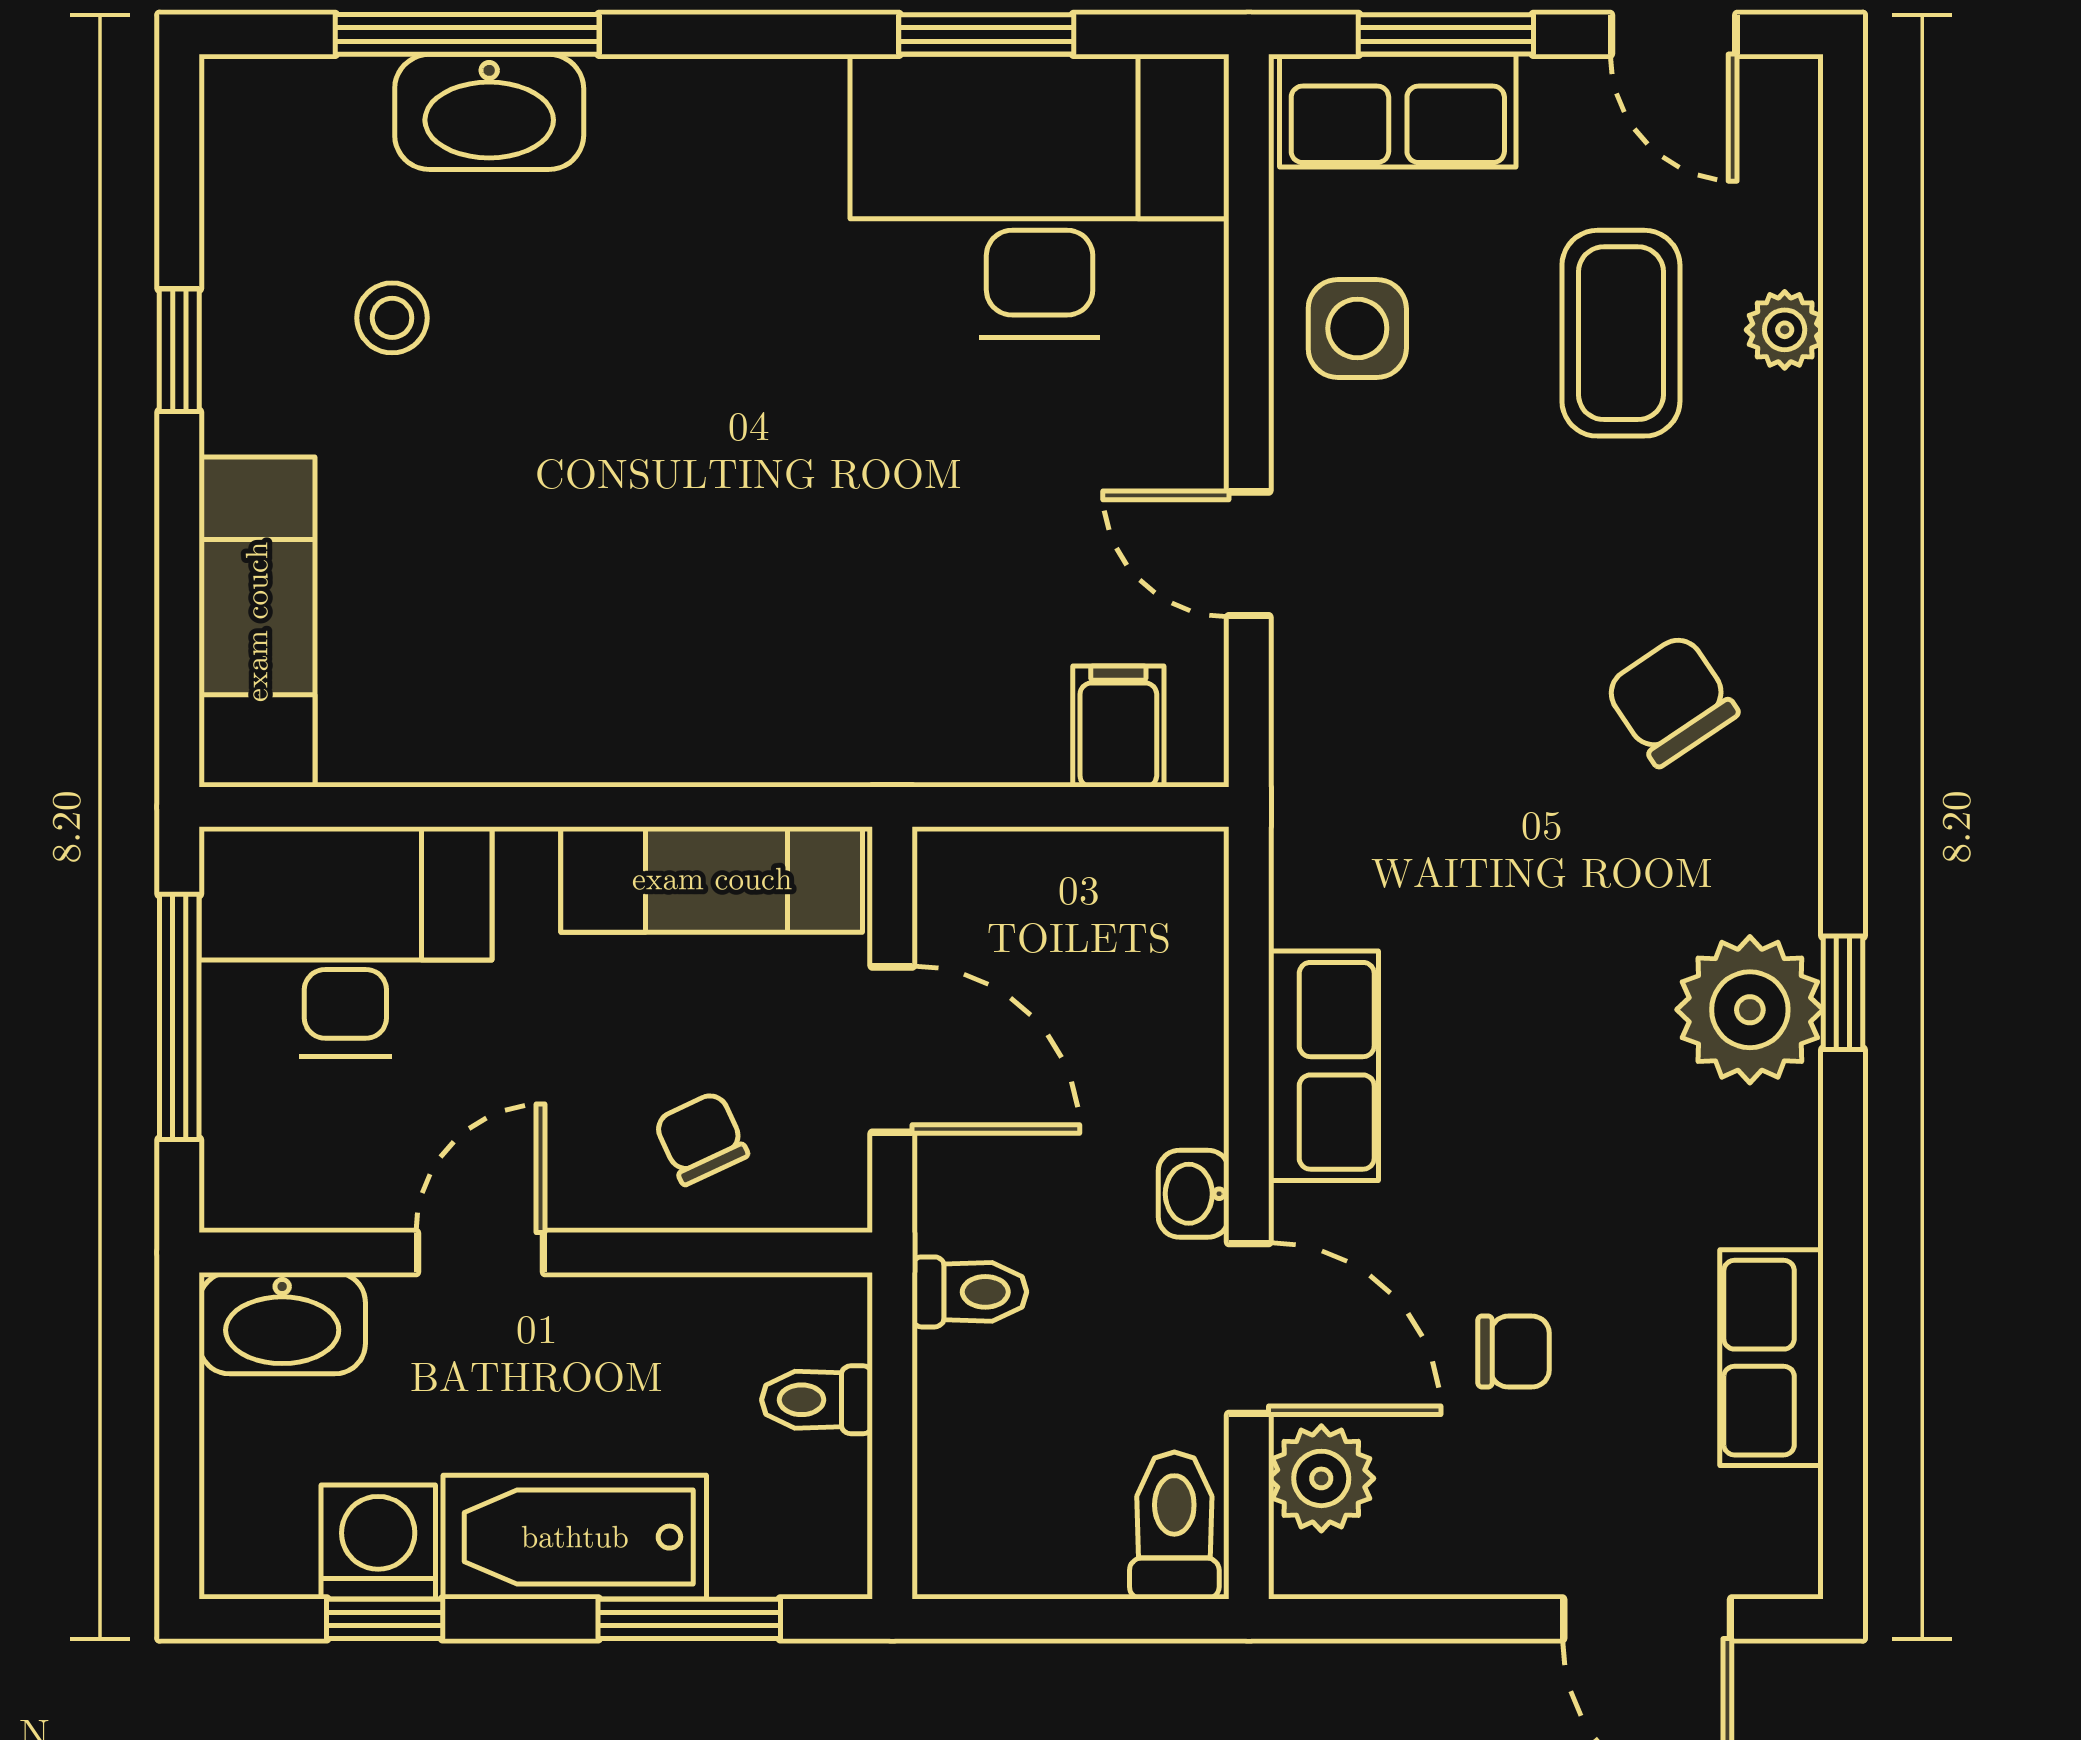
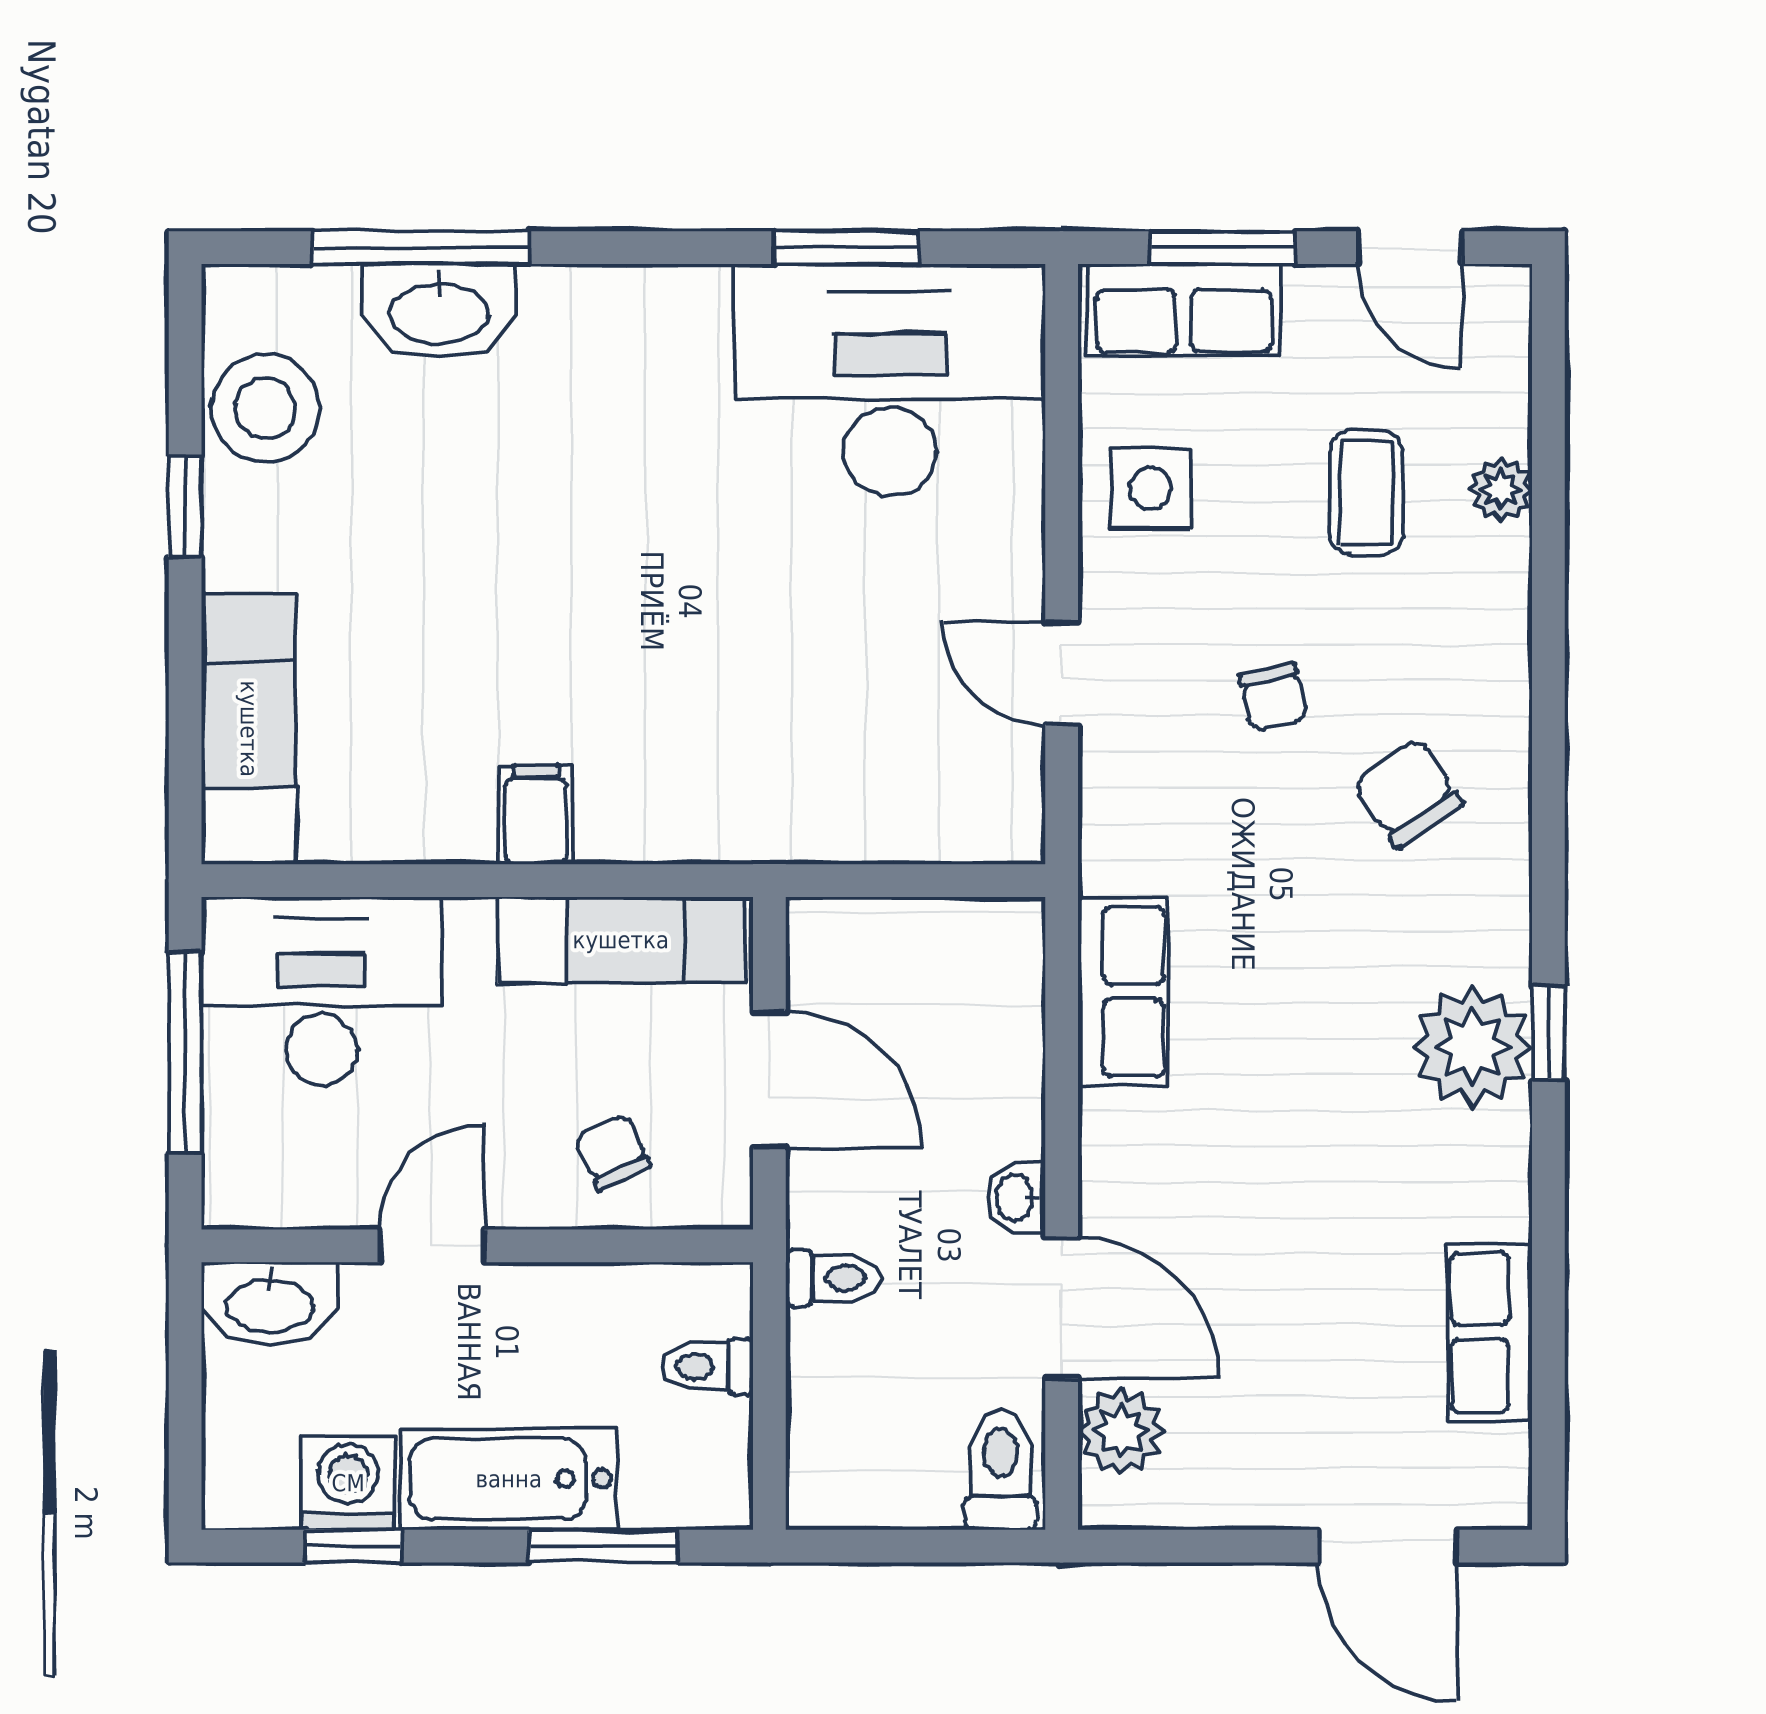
stool: (392, 318) -> (265, 408), moved, width x1.89, depth x1.89
coffee table: (1621, 333) -> (1366, 492), width x0.73, depth x0.77
filing cabinet: (1118, 726) -> (536, 815), moved
row of seats: (1324, 1066) -> (1123, 992), moved
chair: (1514, 1352) -> (1273, 697), moved, turned 77

